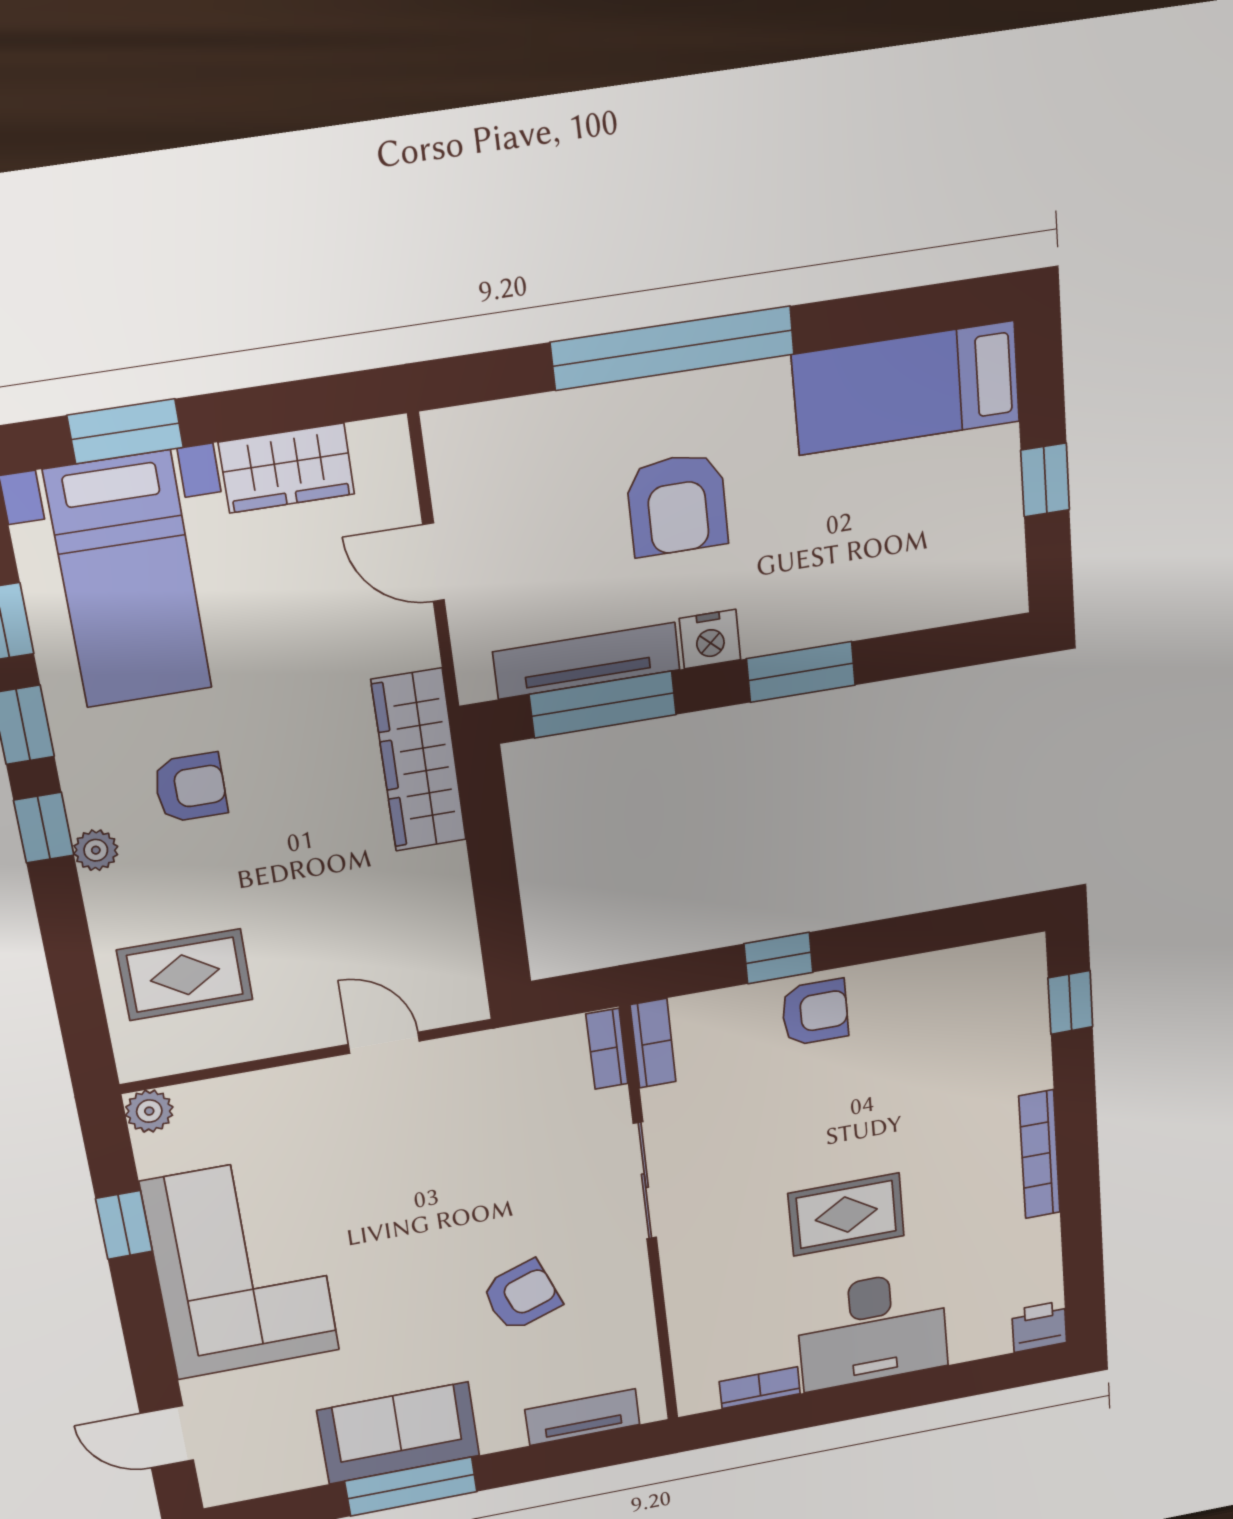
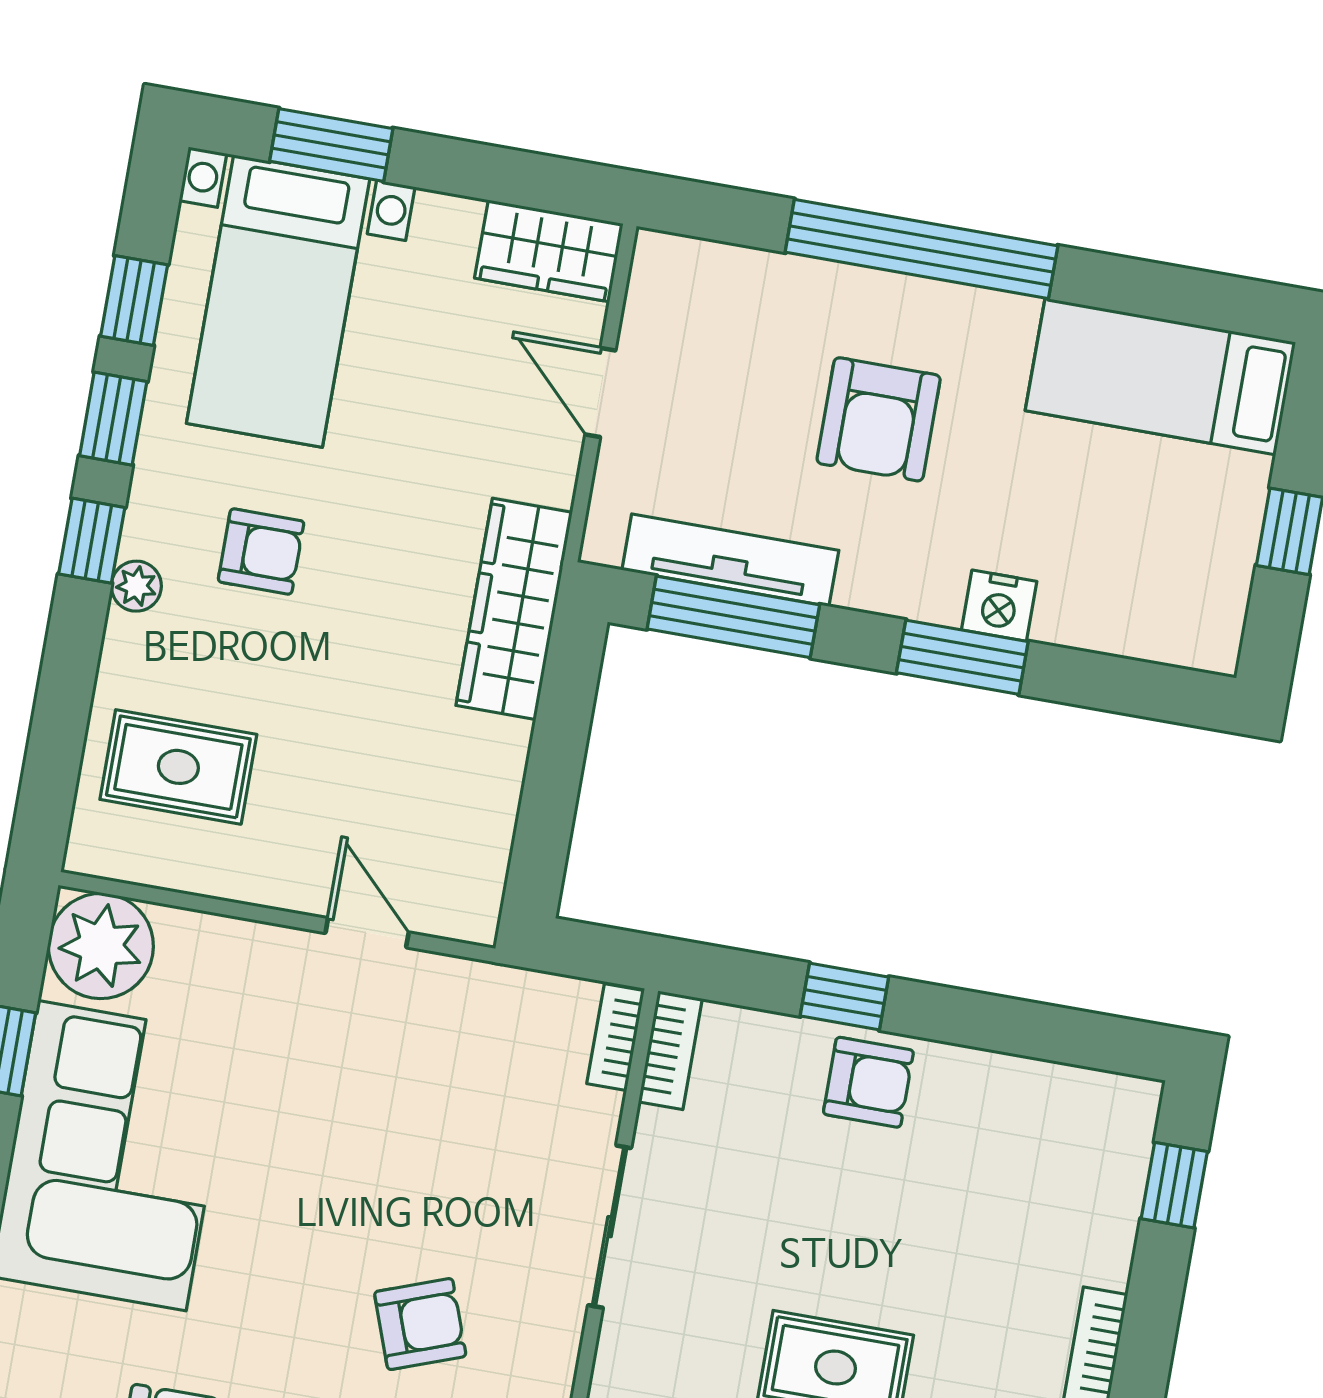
wardrobe: (287, 468) -> (549, 251), moved
nightstand: (710, 639) -> (999, 606), moved
plant: (149, 1111) -> (101, 946), width x1.87, depth x1.87

